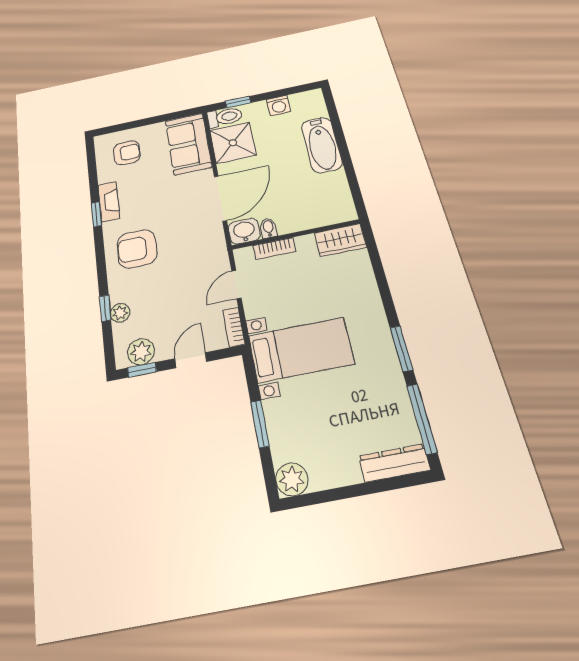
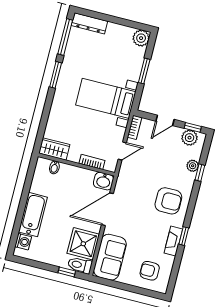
washing machine: (279, 105) -> (23, 242), moved, turned 90
bidet: (268, 228) -> (54, 167), moved

